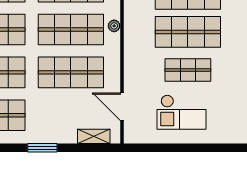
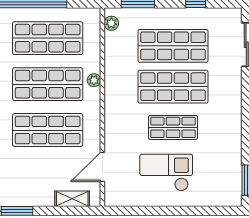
door: (122, 107) -> (102, 167), hinge flipped
checkout: (181, 112) -> (166, 173), turned 180

